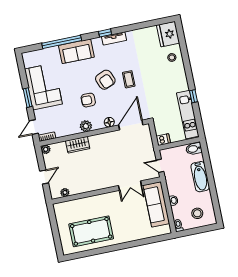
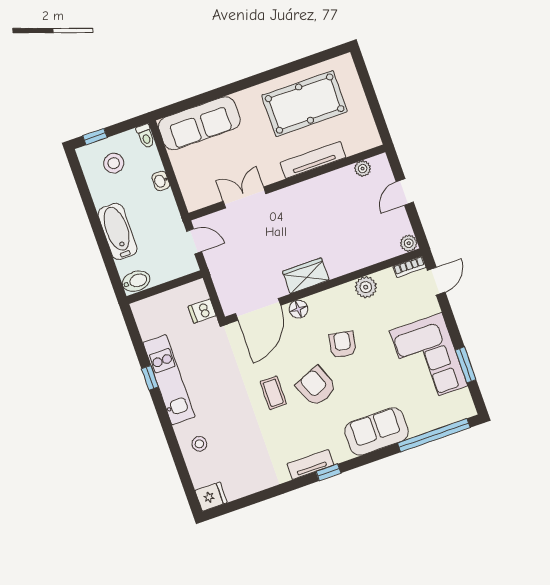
fridge: (168, 34) -> (211, 497), width x0.53, depth x0.75
window: (62, 42) -> (434, 435), moved
window: (28, 98) -> (466, 365), moved
armchair: (88, 100) -> (343, 345), turned -80
kitchen unit: (188, 115) -> (169, 380), moved
plant: (86, 126) -> (366, 287), moved
dishwasher: (163, 140) -> (202, 311), moved
wardrobe: (78, 145) -> (306, 276), moved
tv unit: (91, 201) -> (313, 160), added
sofa: (156, 204) -> (199, 123), moved, turned 90
window: (205, 229) -> (95, 137), added

